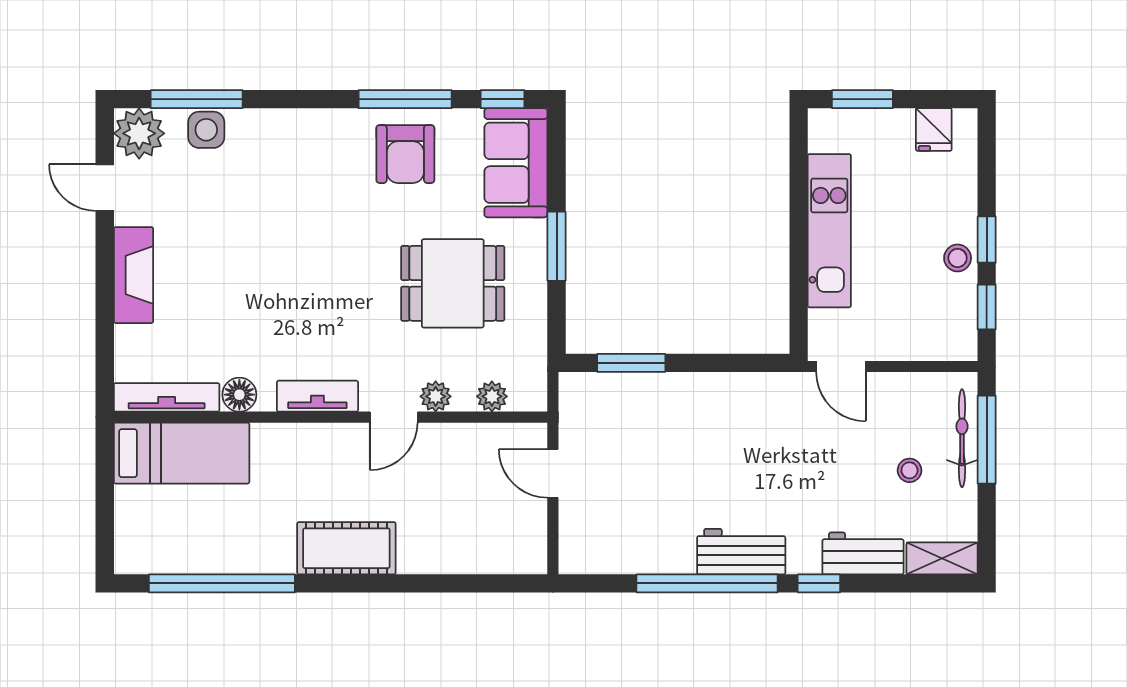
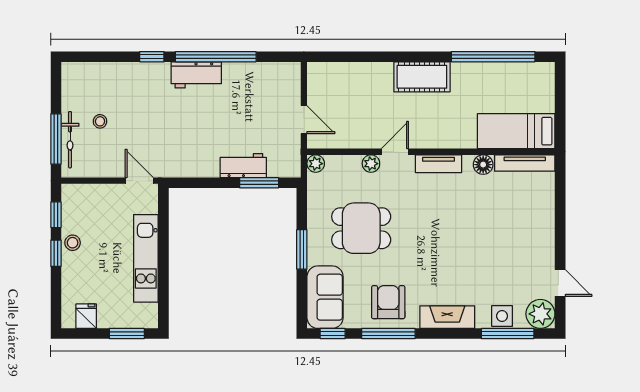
fireplace: (133, 275) -> (447, 317), moved, turned 90
plant: (492, 396) -> (316, 164), moved
workbench: (863, 553) -> (243, 166), moved, turned 180
shelving: (942, 558) -> (81, 71), removed

